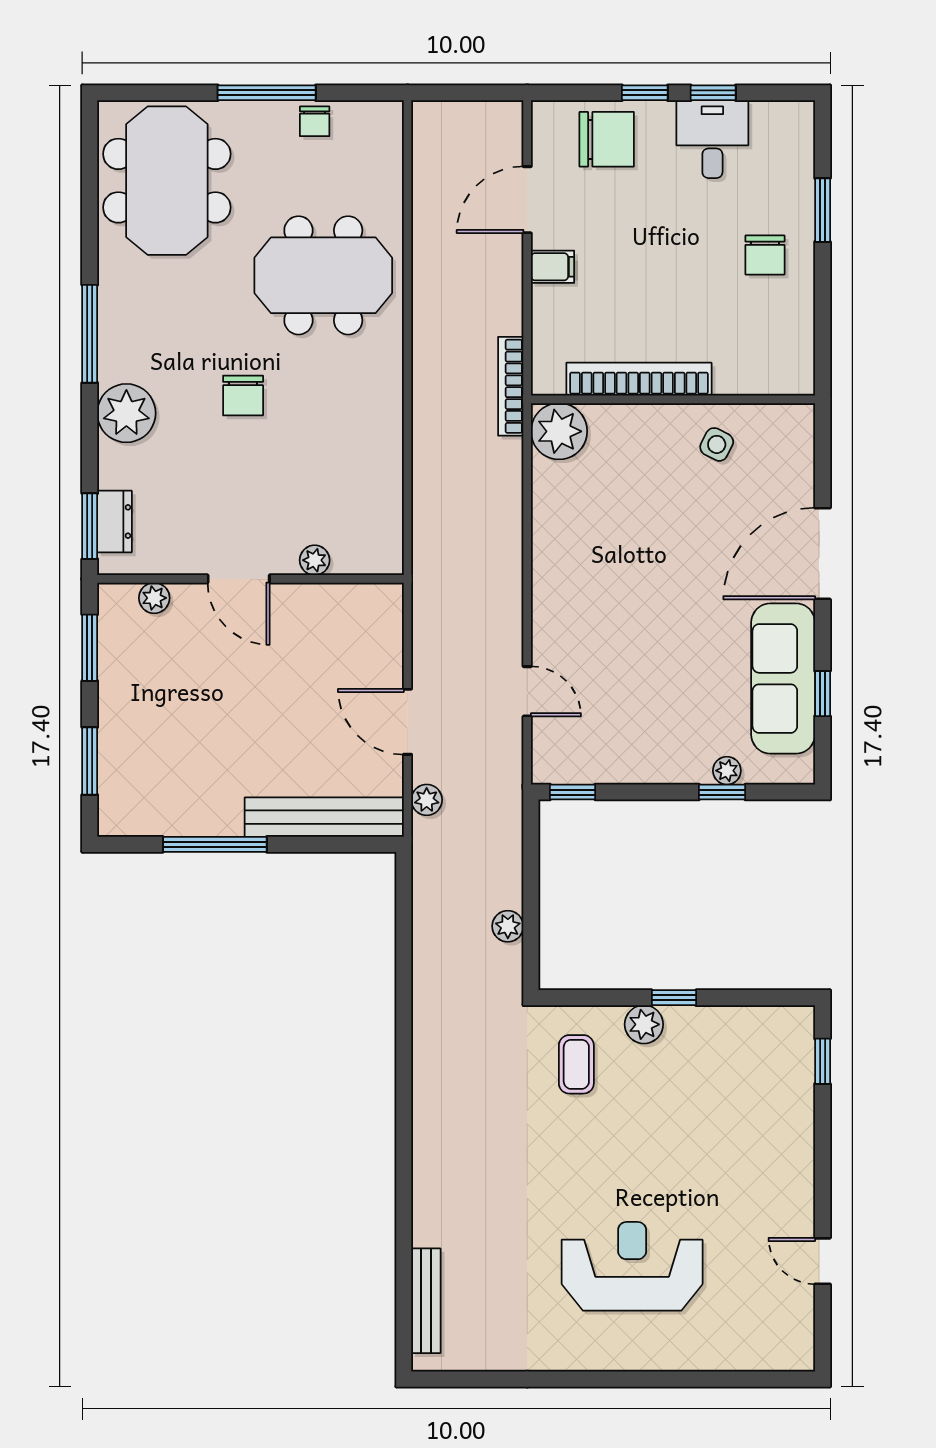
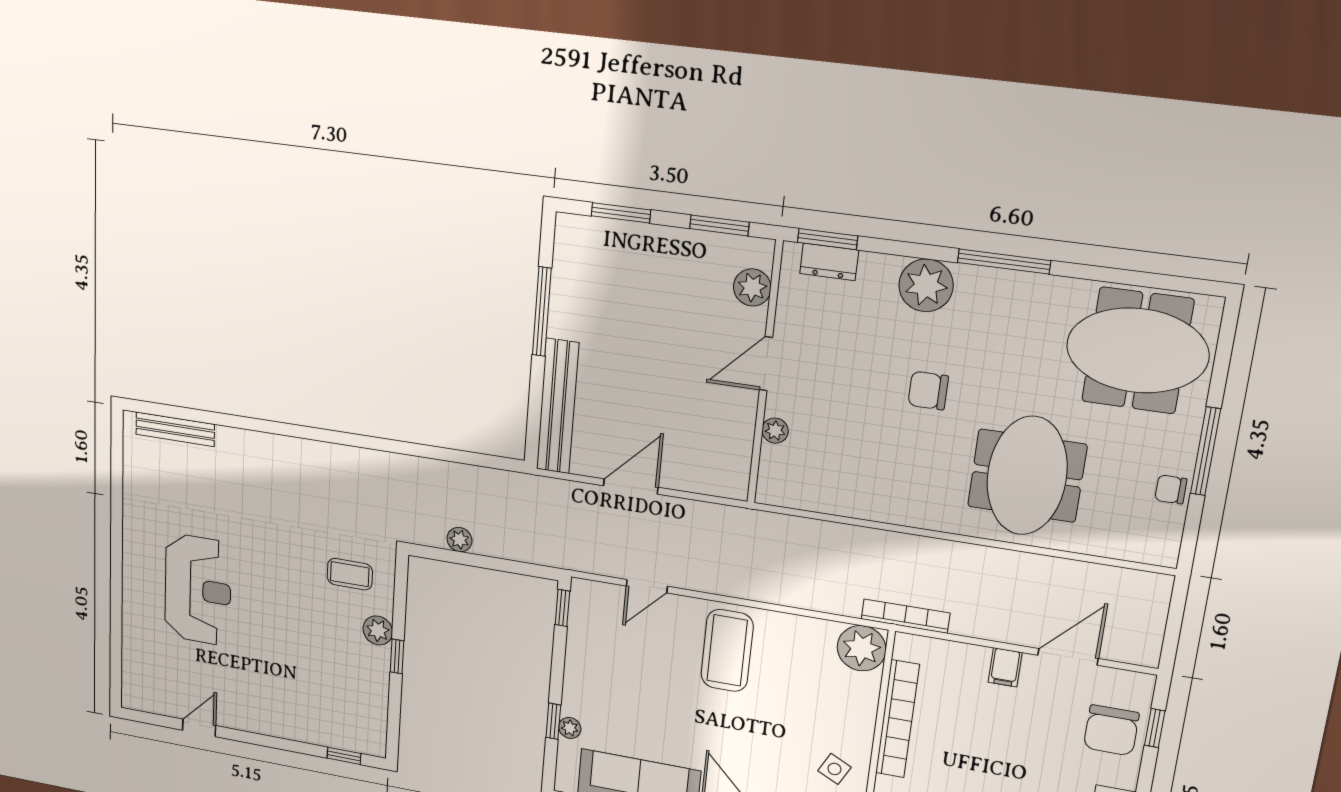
window: (645, 93) -> (1155, 728), moved
door: (527, 200) -> (1068, 657), hinge flipped
coffee table: (591, 588) -> (727, 650), added
plant: (154, 598) -> (752, 287), width x1.38, depth x1.38
plant: (427, 800) -> (565, 492), removed

